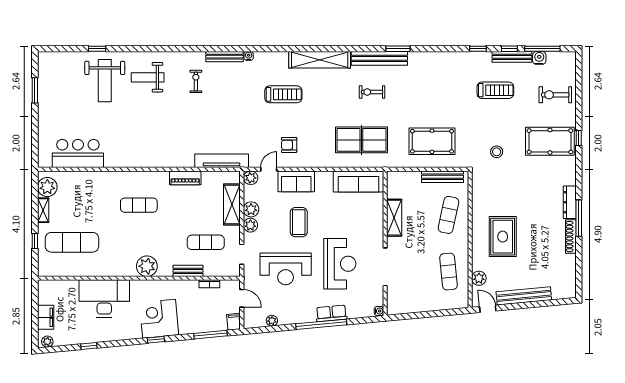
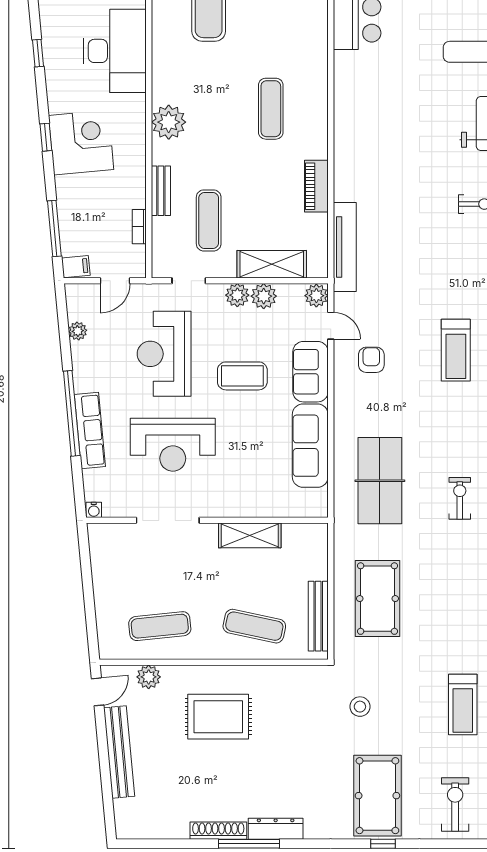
sofa: (359, 182) -> (310, 446), moved
row of seats: (331, 313) -> (90, 430), width x1.48
window: (89, 346) -> (38, 53), moved

